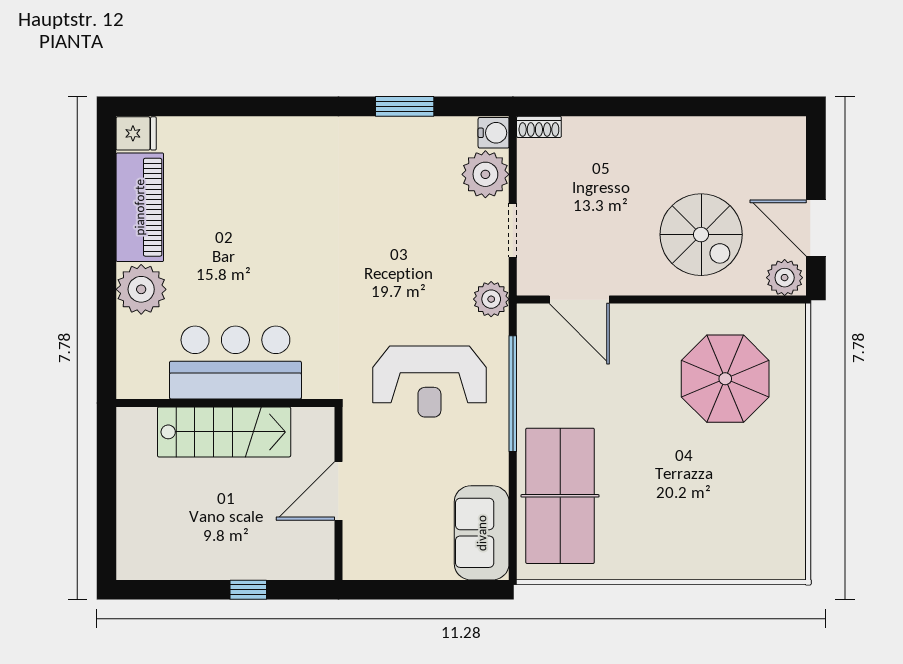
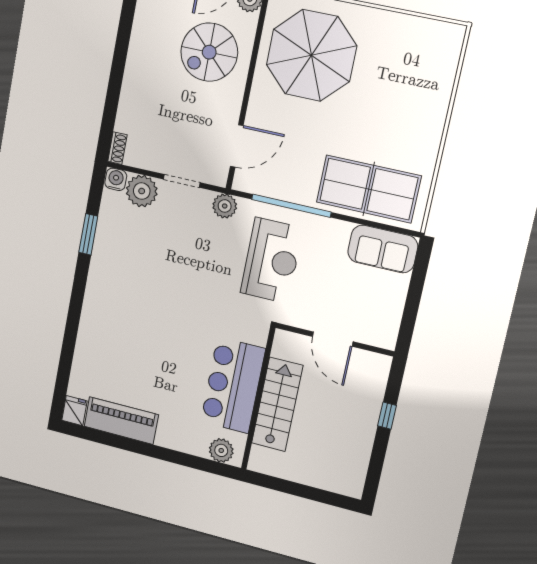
spiral stairs: (701, 235) -> (209, 52), turned 180
plant: (141, 289) -> (221, 450), moved, width x0.73, depth x0.73
parasol: (725, 379) -> (311, 55), width x1.36, depth x1.36

